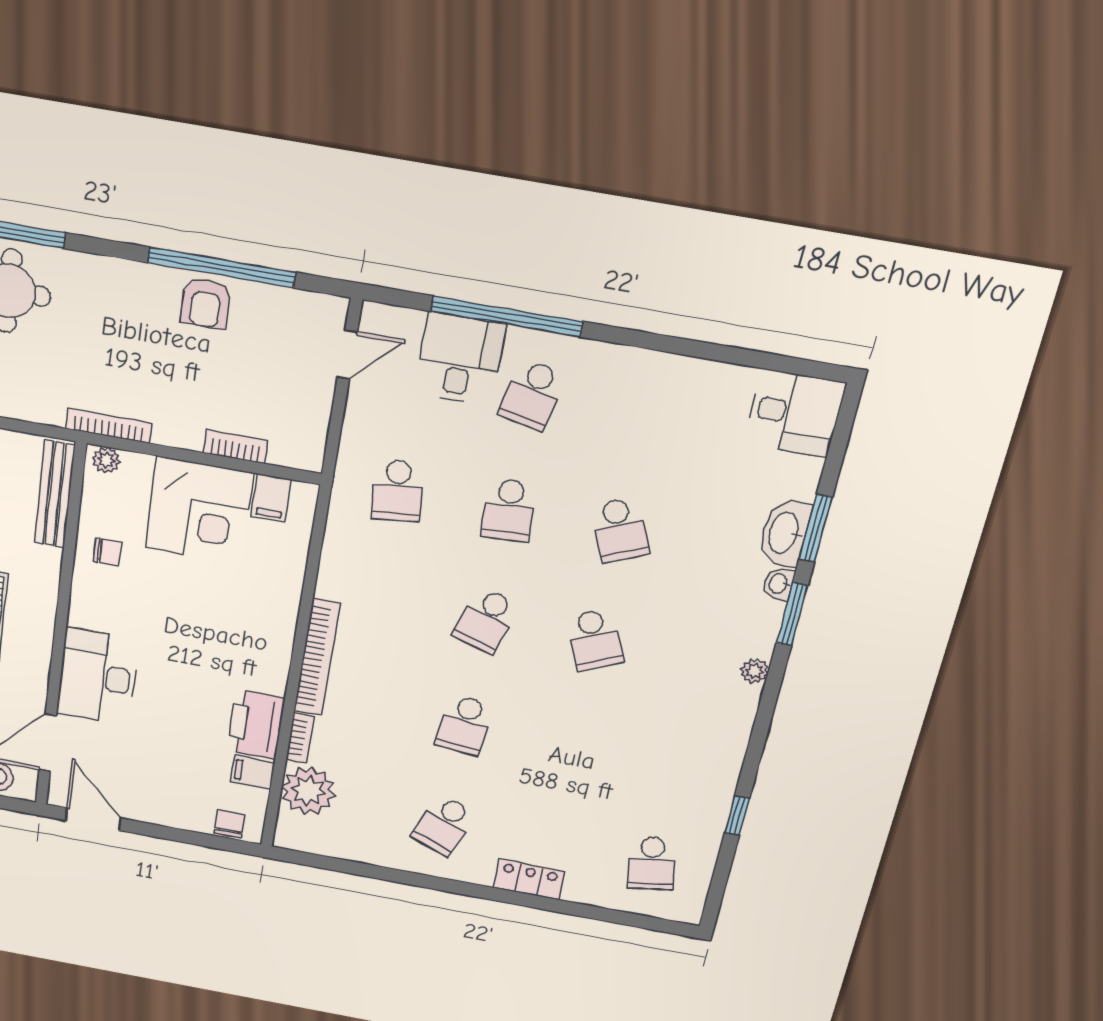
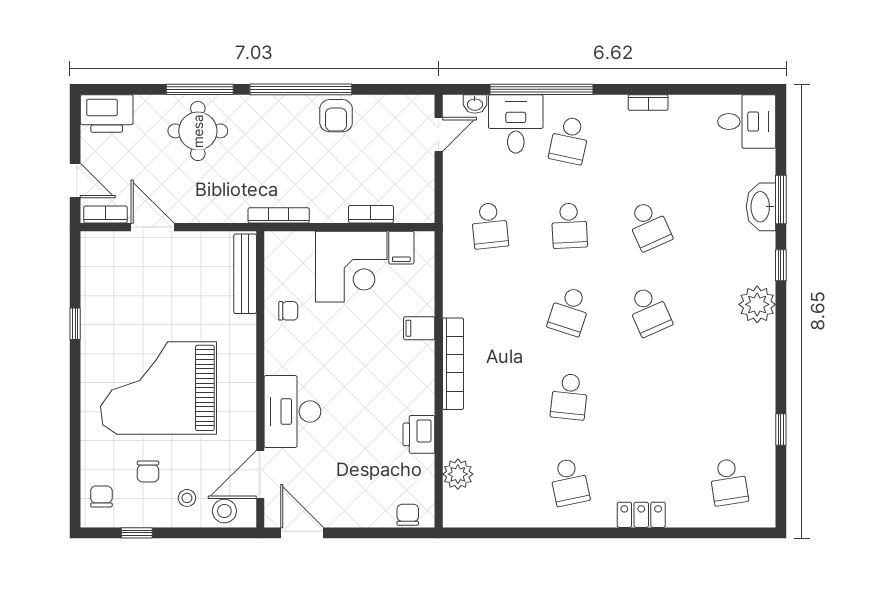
window: (221, 267) -> (301, 89), moved
plant: (106, 460) -> (280, 241), removed
washbasin: (779, 584) -> (475, 104), moved, turned -90
window: (792, 614) -> (781, 265), width x0.67
plant: (755, 671) -> (757, 304), width x1.88, depth x1.88
printer: (256, 725) -> (419, 434), width x0.73, depth x0.84
bookcase: (300, 738) -> (648, 103), moved, turned 90
filing cabinet: (253, 772) -> (419, 328), moved
plant: (308, 791) -> (458, 474), width x0.73, depth x0.73
school desk: (444, 825) -> (569, 482), turned -33

